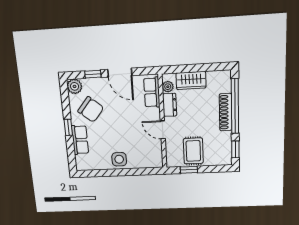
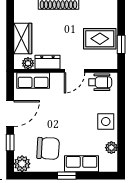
chair: (91, 109) -> (48, 148), turned 54
wheelchair: (154, 153) -> (100, 82), added
plant: (97, 165) -> (111, 148), added

